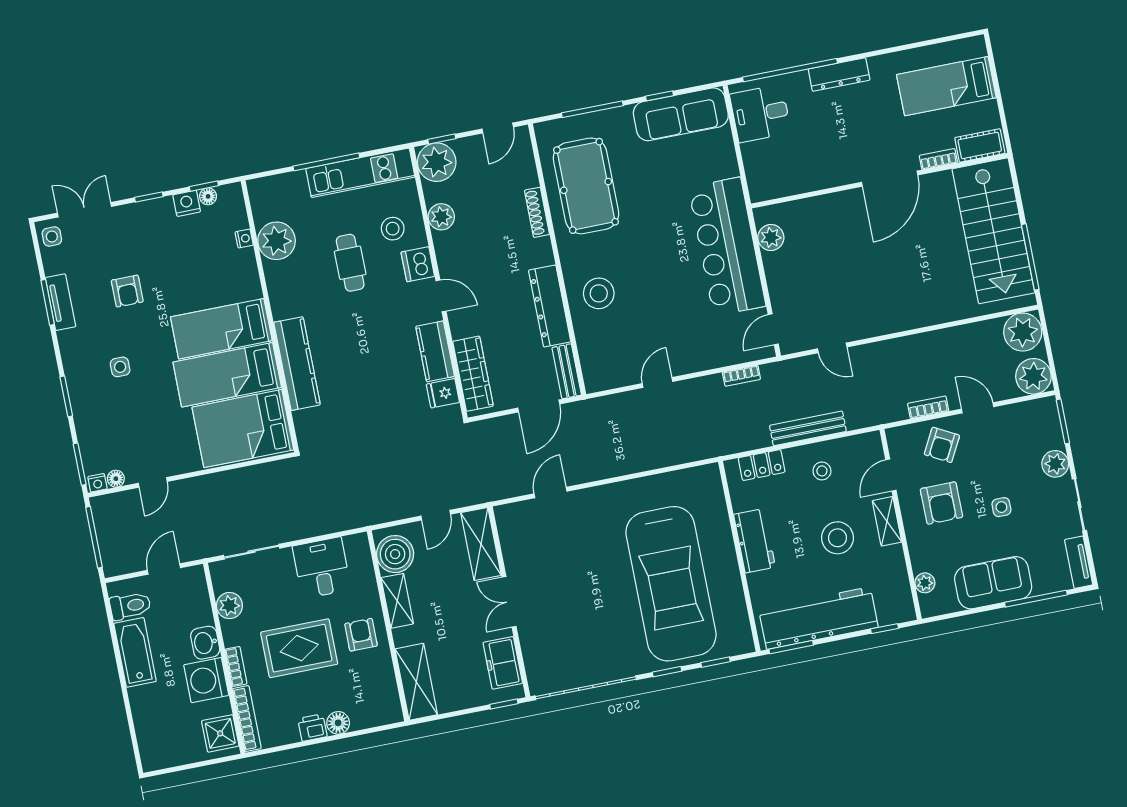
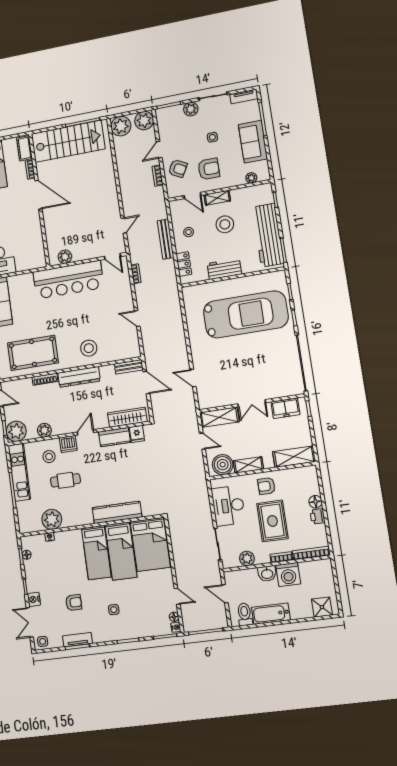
nightstand: (187, 203) -> (34, 599), moved
dresser: (550, 306) -> (79, 377), moved
desk: (322, 568) -> (228, 506), width x1.37
shower: (220, 733) -> (322, 607), moved

